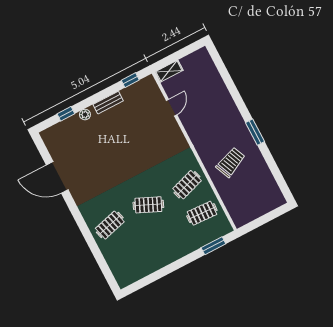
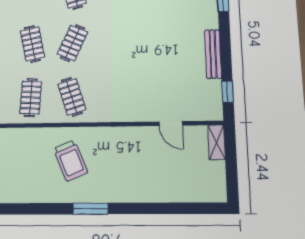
bench: (108, 103) -> (213, 54), width x1.36
plant: (85, 115) -> (212, 22), removed
clothes rail: (163, 233) -> (32, 44), added

